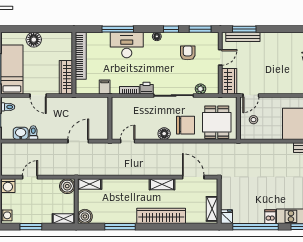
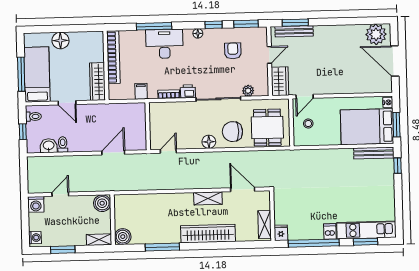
chair: (185, 125) -> (232, 132), turned 180
shelving: (90, 184) -> (127, 200), removed

